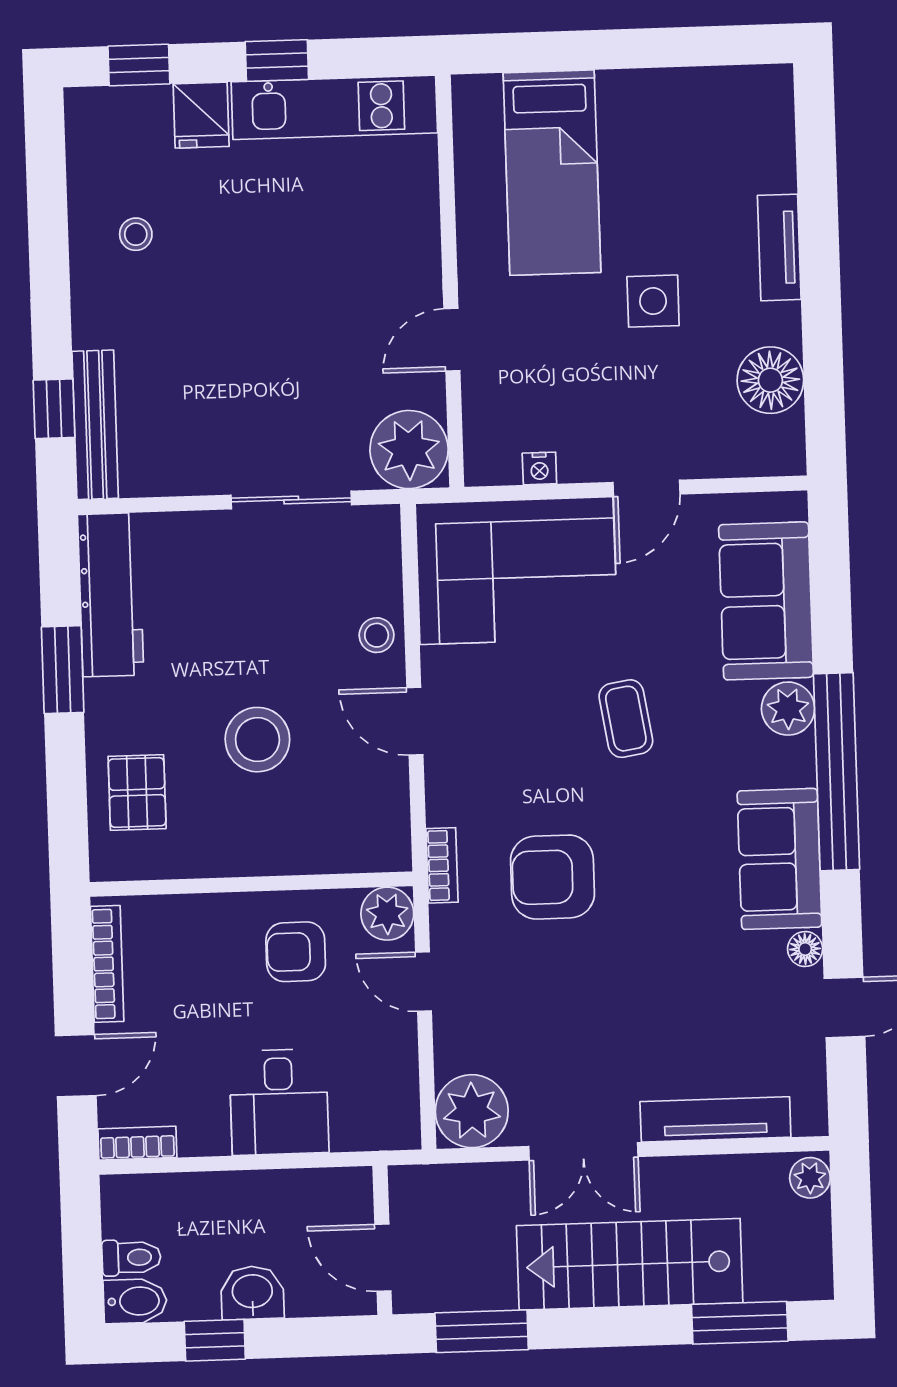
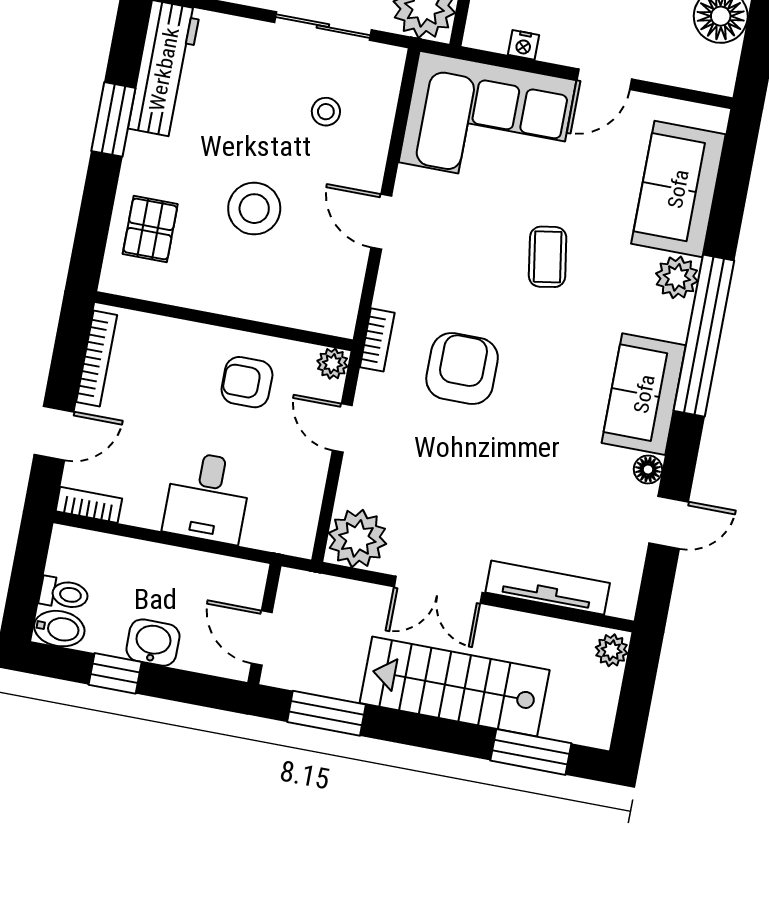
stool: (377, 635) -> (326, 112), moved
armchair: (553, 877) -> (462, 369), turned 90
plant: (387, 914) -> (332, 364), width x0.73, depth x0.73

